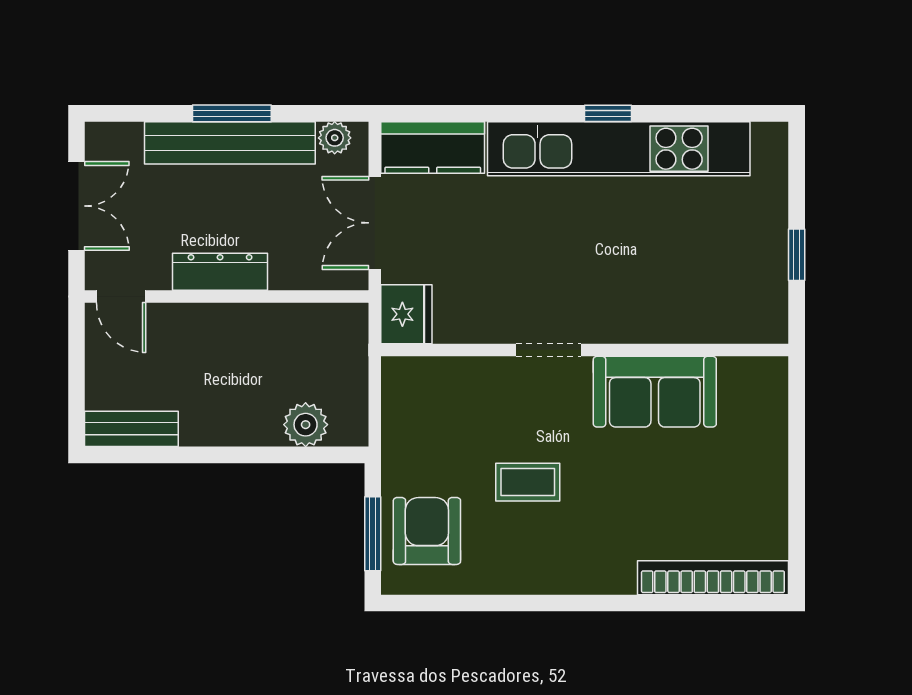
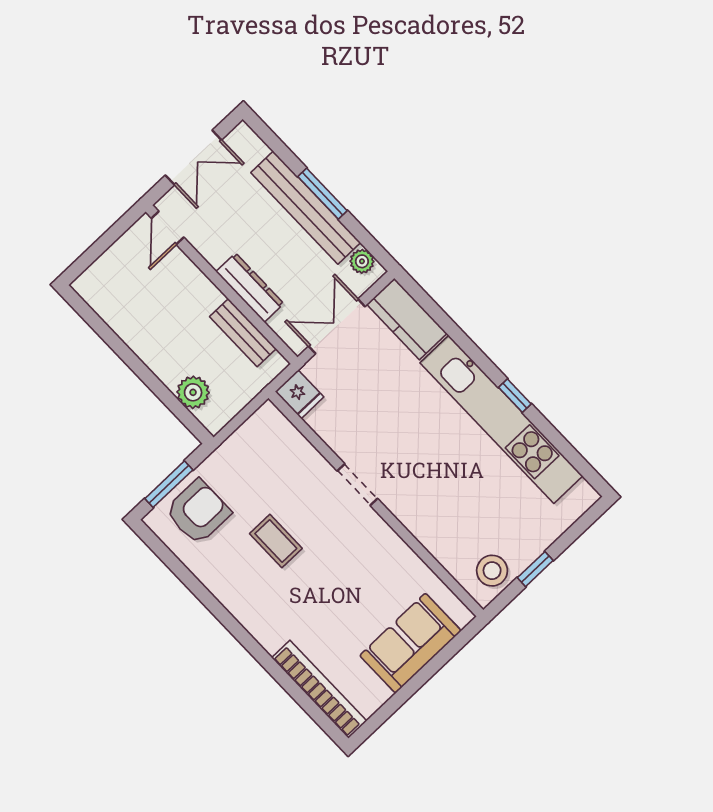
dresser: (220, 272) -> (250, 288), moved
stool: (758, 298) -> (492, 571), added
fridge: (406, 314) -> (299, 394), width x0.72
sofa: (655, 392) -> (410, 643), moved, turned 90
bench: (131, 429) -> (243, 333), moved

